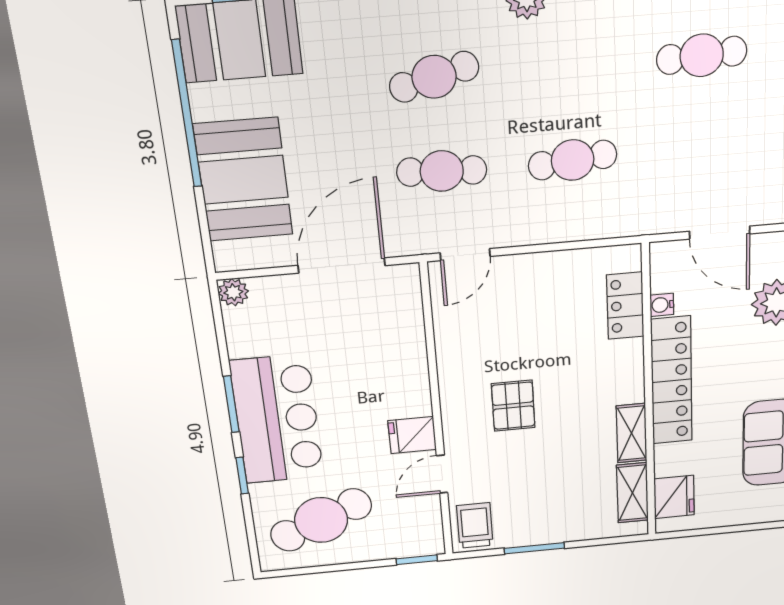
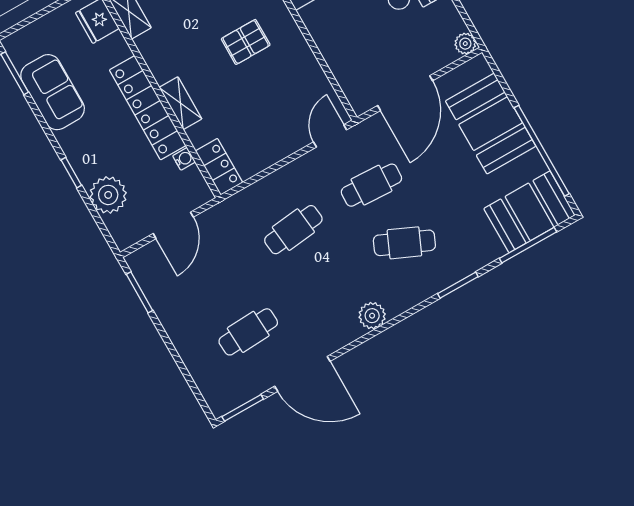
cafe table: (434, 77) -> (404, 243), turned 39
door: (720, 233) -> (173, 225), swing flipped
locker: (625, 306) -> (219, 167), moved
pallet: (513, 406) -> (246, 42), turned 90
shelving: (632, 433) -> (180, 103), moved

